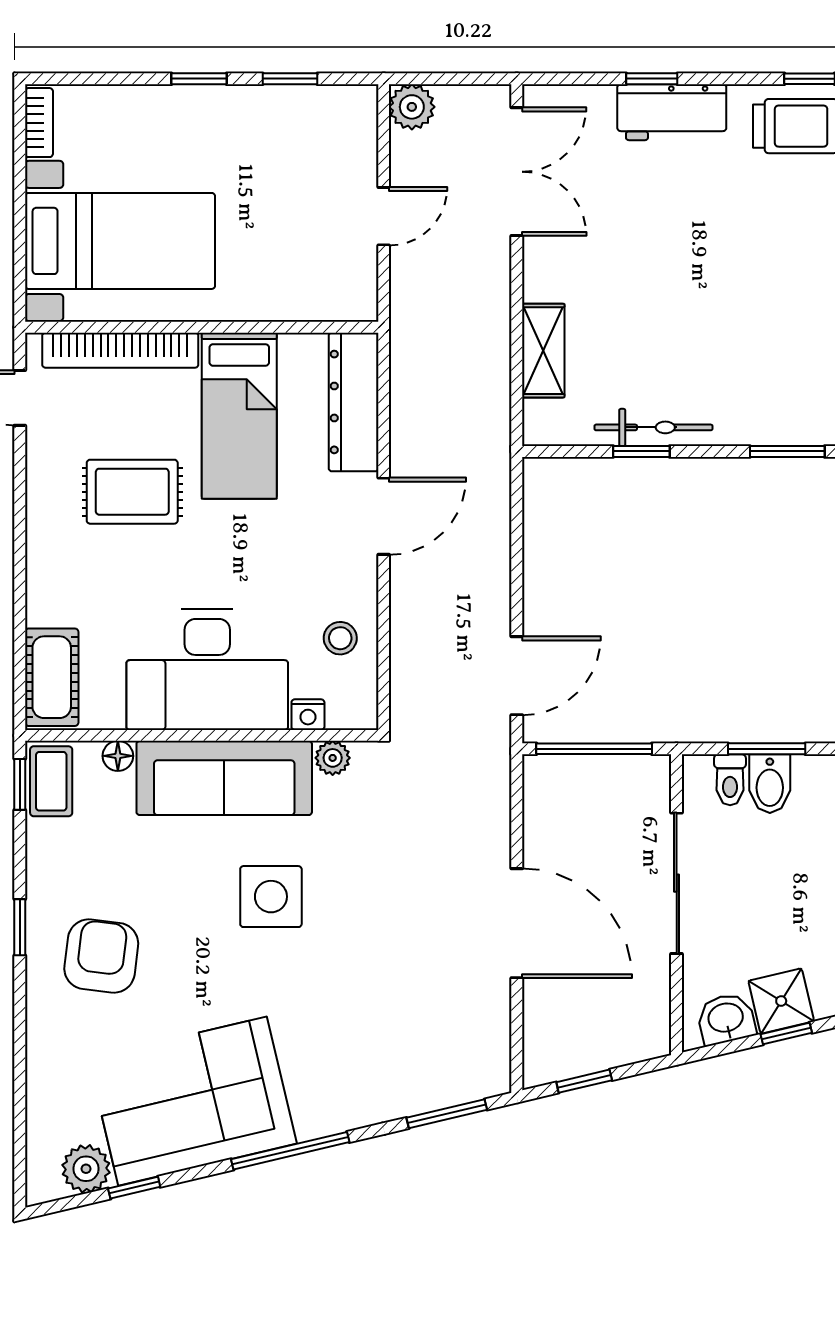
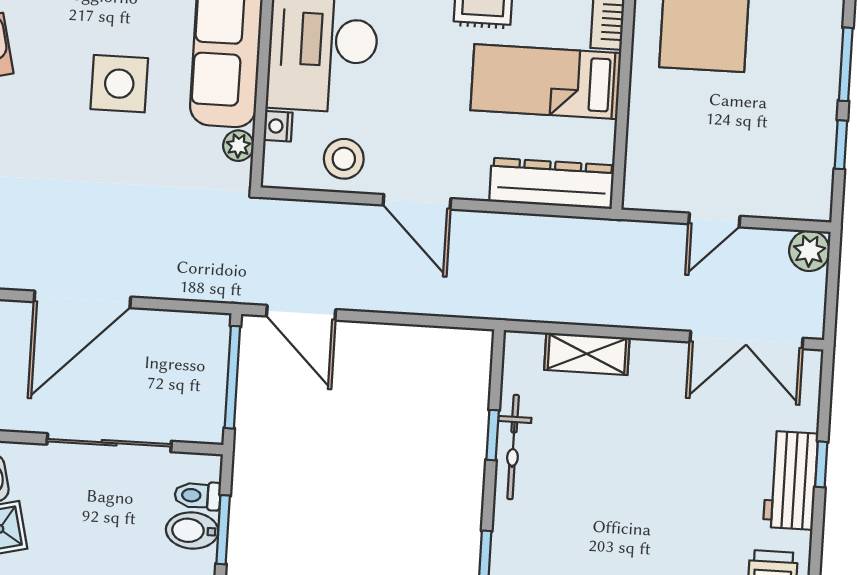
window: (199, 79) -> (846, 64), width x1.50
door: (384, 216) -> (714, 220), hinge flipped
door: (384, 516) -> (417, 202), moved
stool: (340, 638) -> (344, 159), width x1.37, depth x1.37

